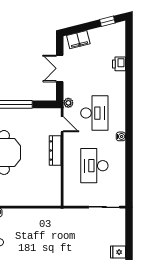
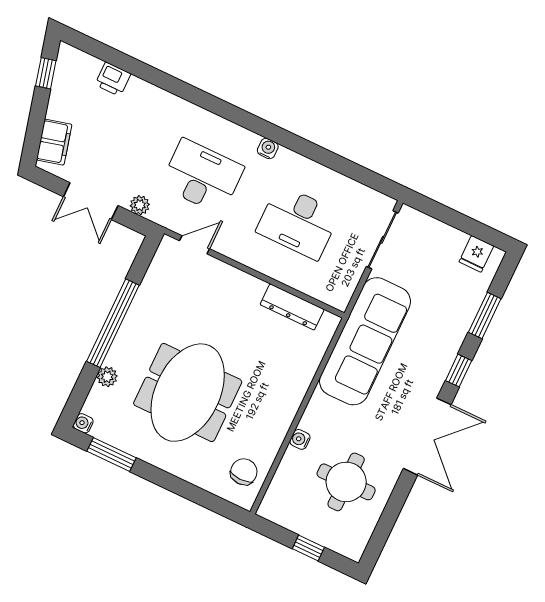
printer: (119, 64) -> (113, 79), moved
plant: (68, 103) -> (140, 205), moved
dresser: (55, 151) -> (292, 307), moved
sofa: (55, 221) -> (365, 341), added

